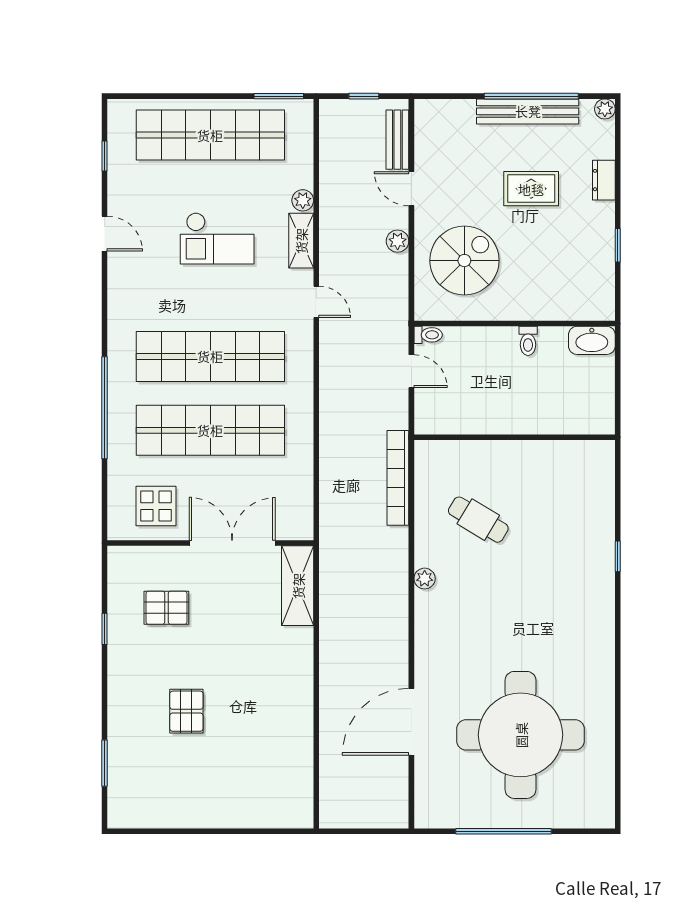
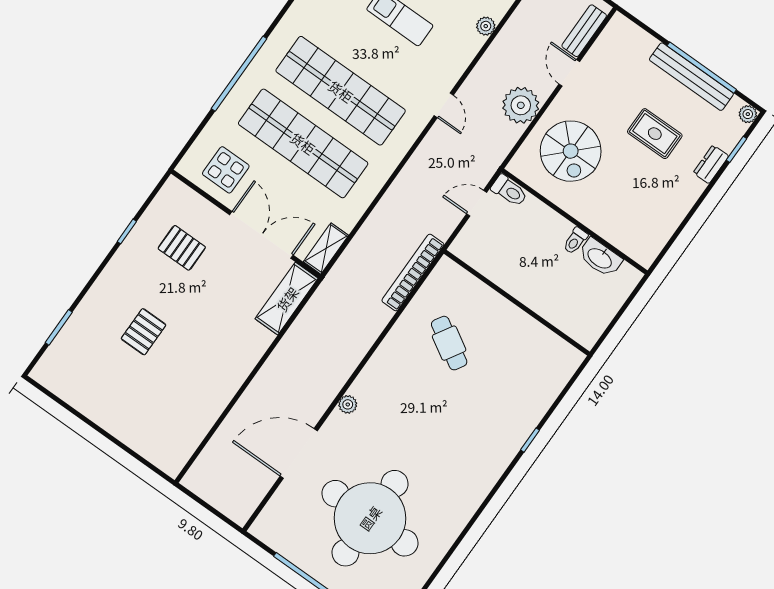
shelving: (301, 241) -> (326, 249), moved
plant: (398, 241) -> (521, 105), width x1.87, depth x1.87
window: (618, 245) -> (736, 149), moved
spiral stairs: (464, 261) -> (571, 151), turned 90
toilet: (428, 335) -> (509, 191), width x1.37, depth x1.39
washbasin: (592, 340) -> (600, 258), moved
door: (411, 371) -> (477, 203), swing flipped
plant: (425, 579) -> (348, 404), moved

